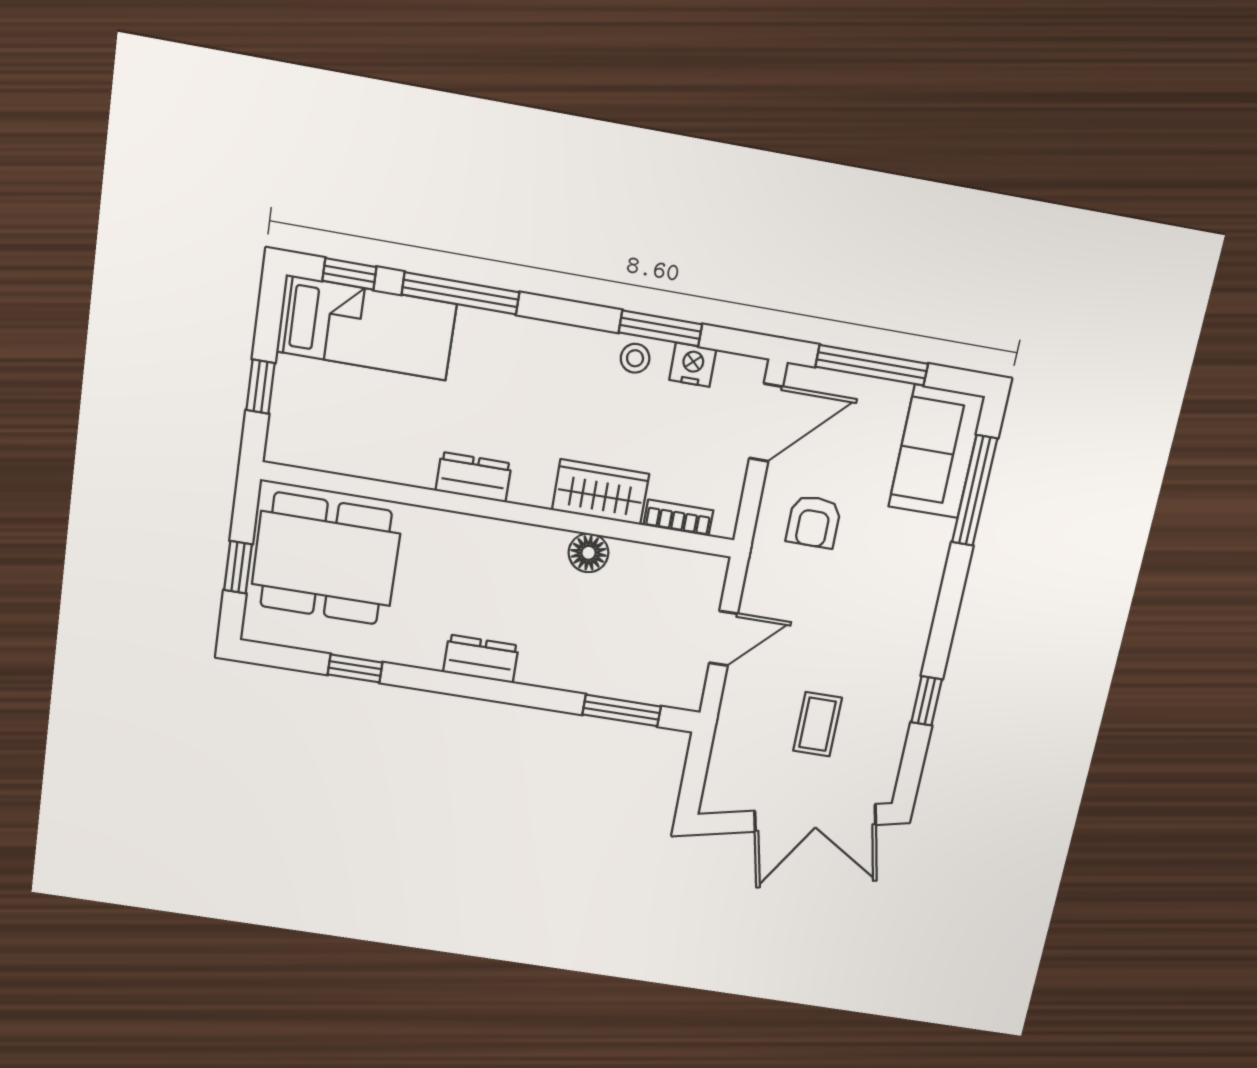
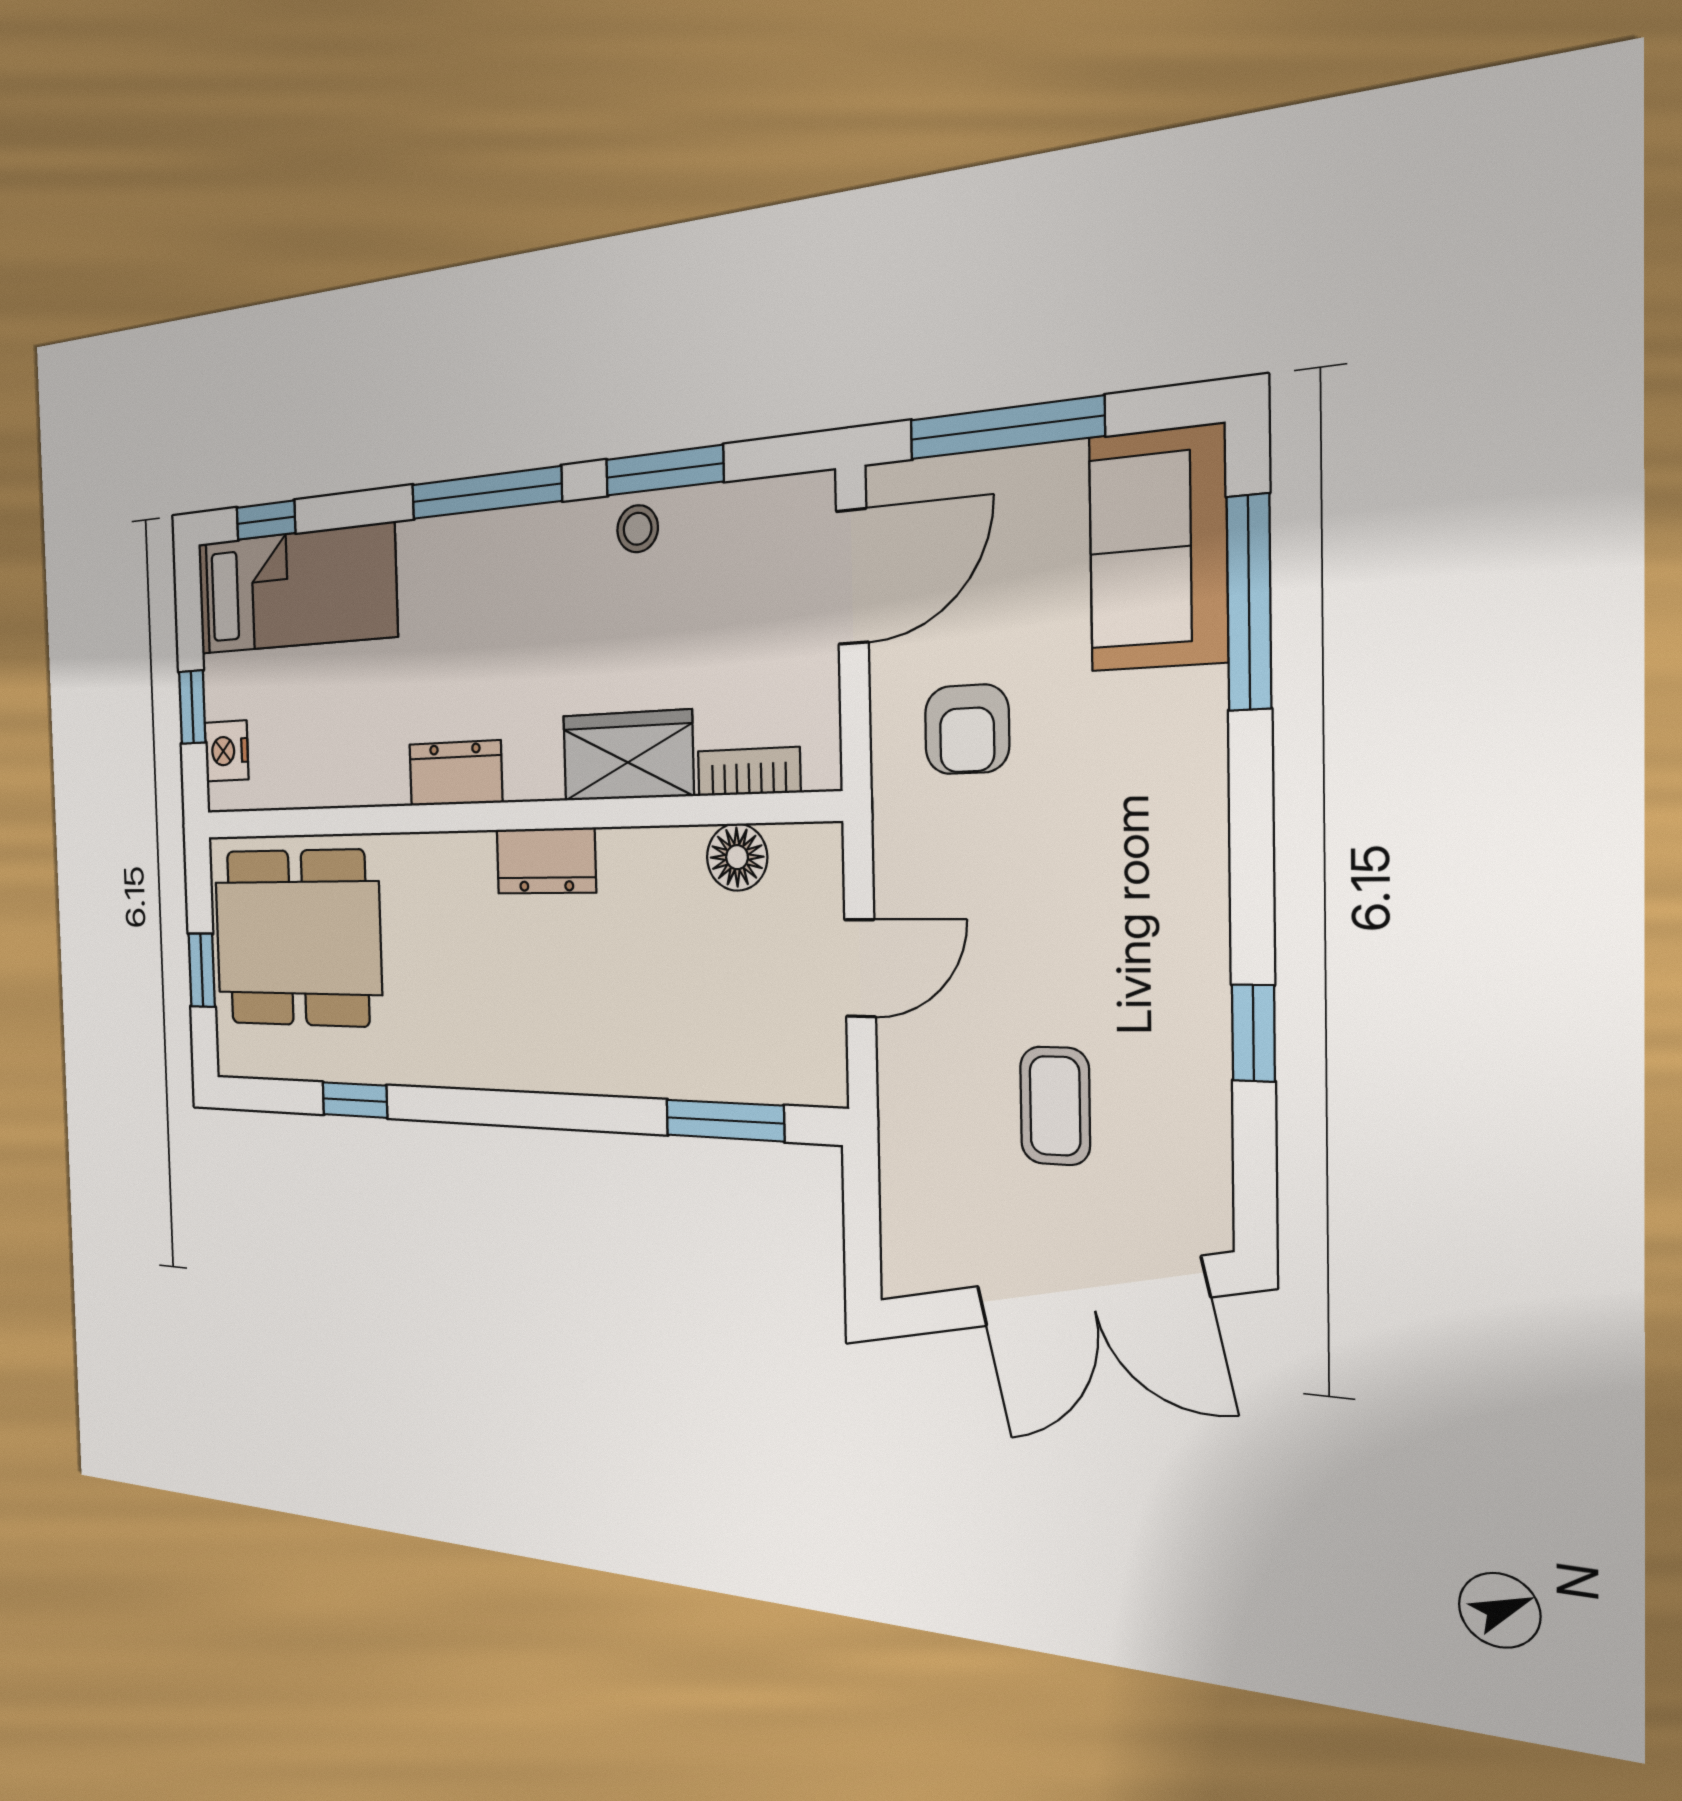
window: (461, 293) -> (486, 493), moved
nightstand: (693, 365) -> (227, 751), moved, turned -90
floor lamp: (589, 553) -> (737, 857), moved
dresser: (481, 659) -> (546, 861), moved, turned 180

